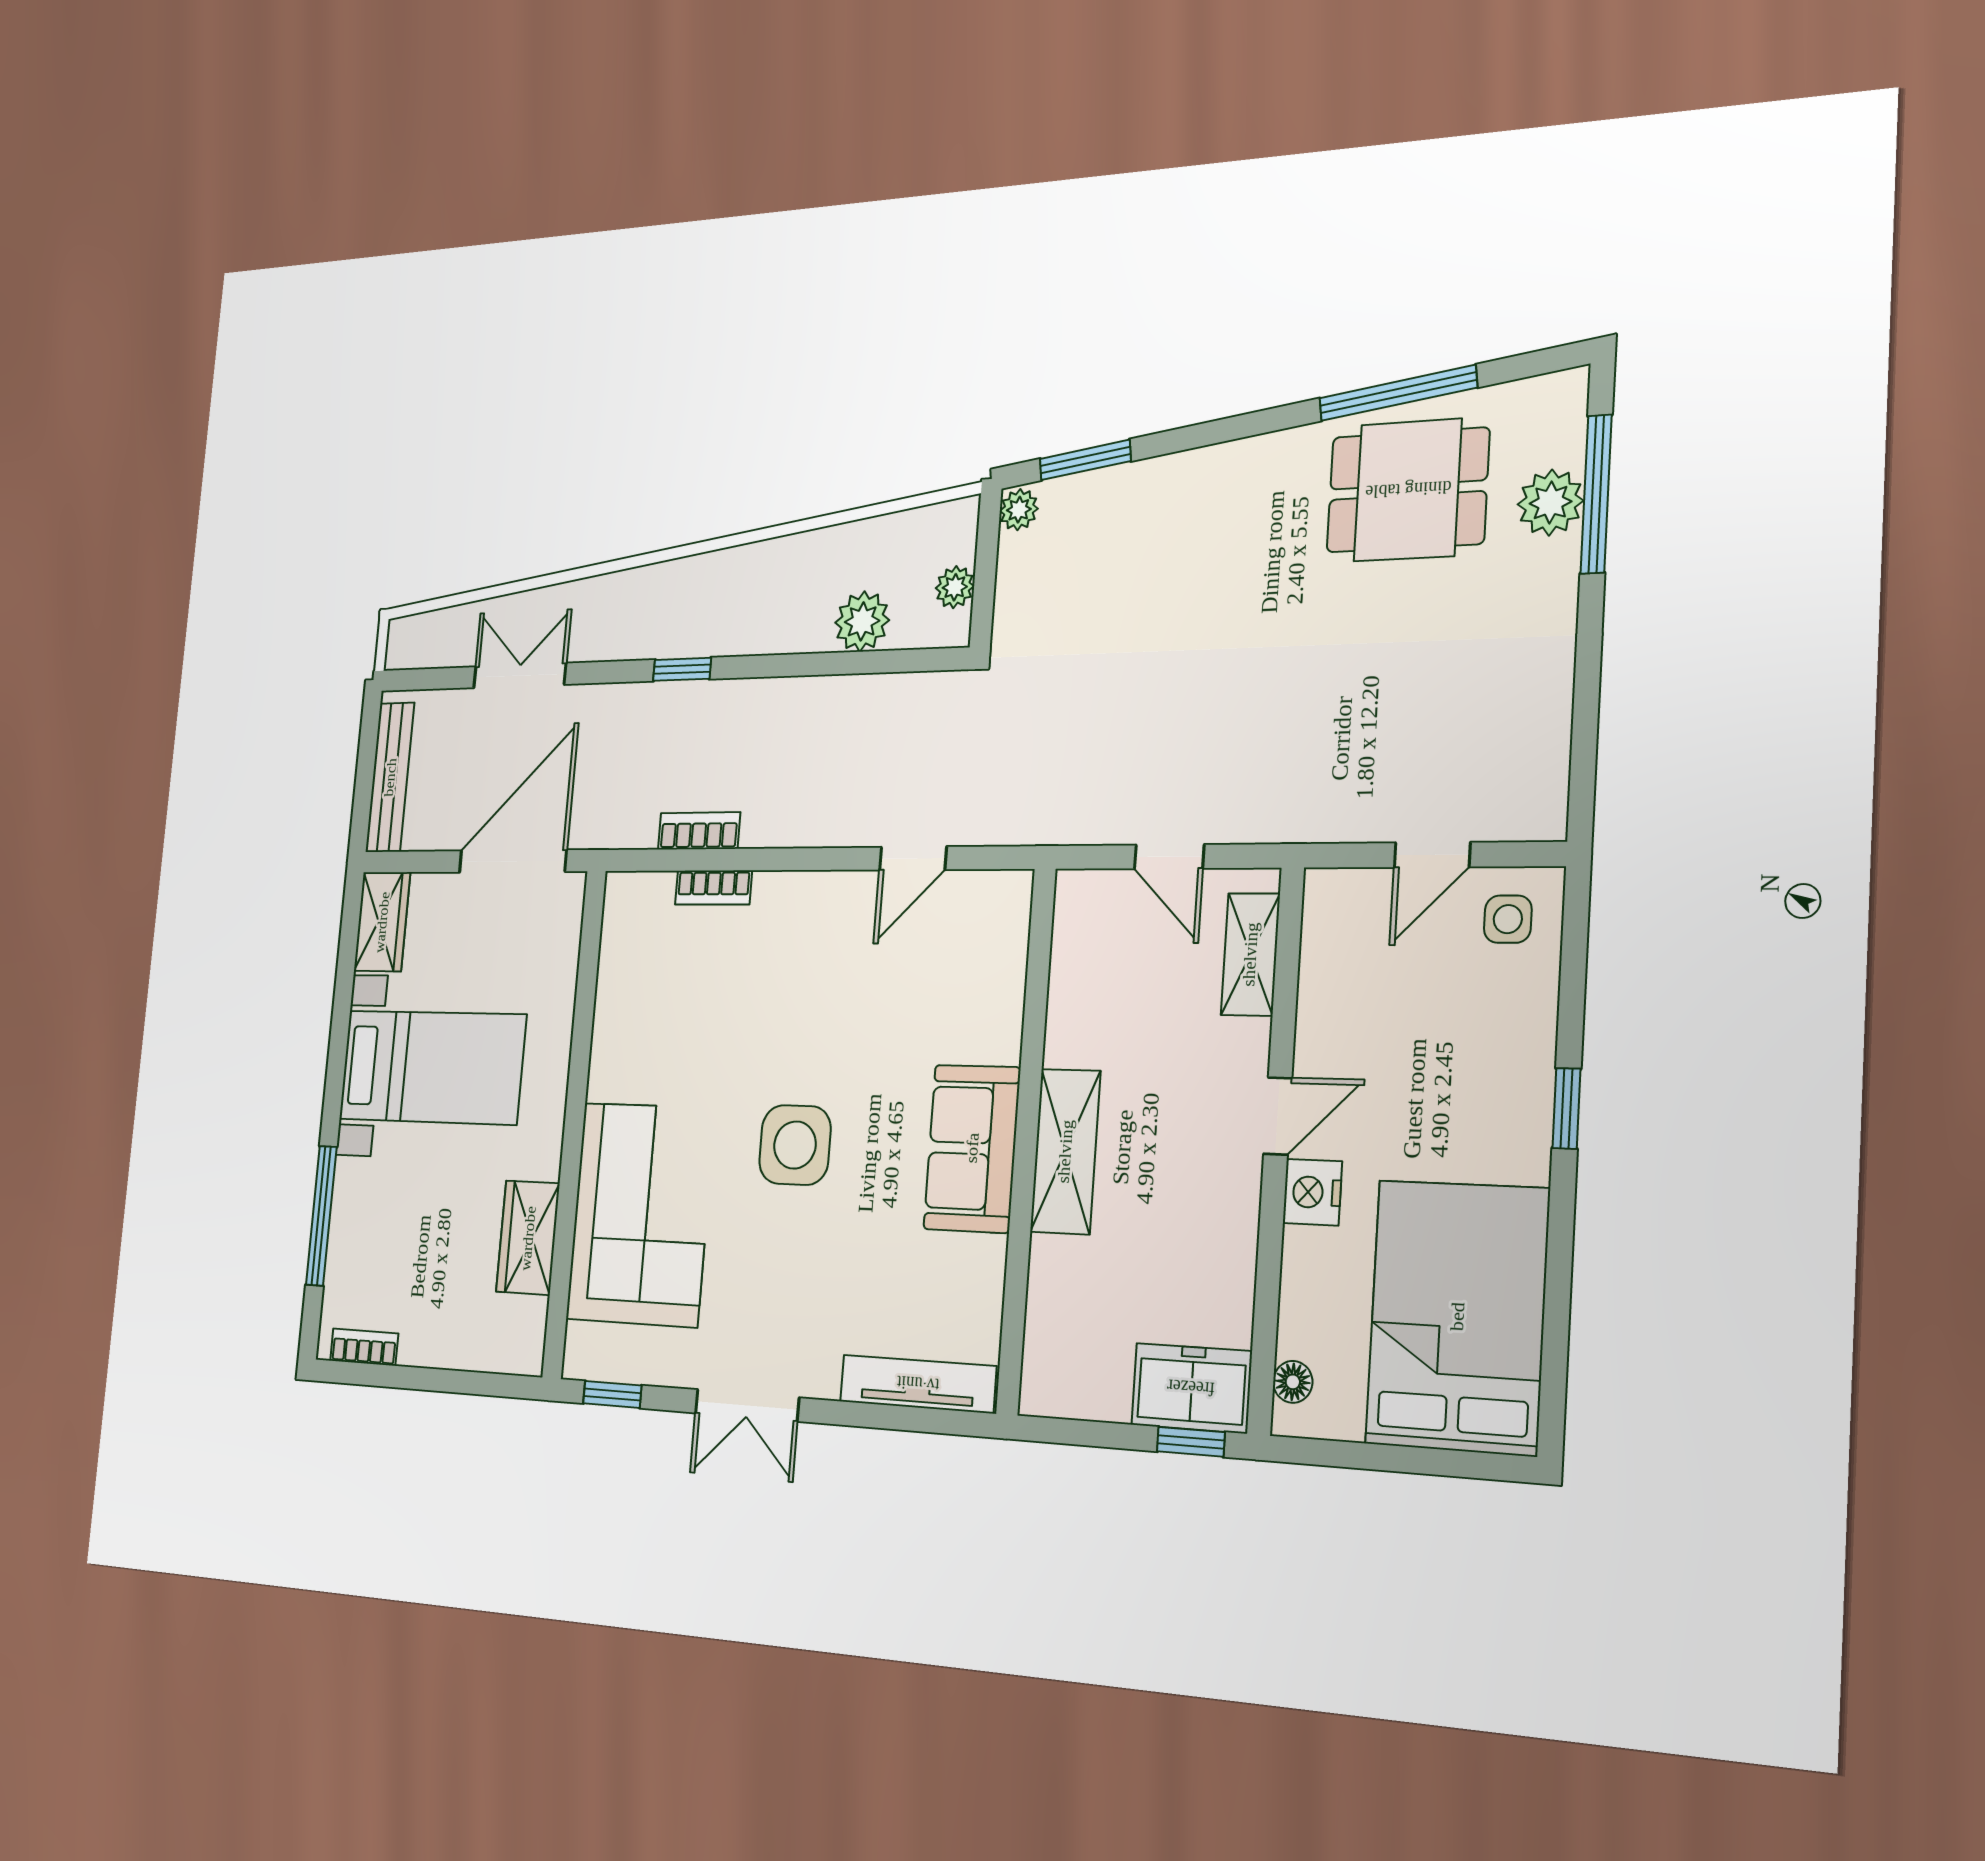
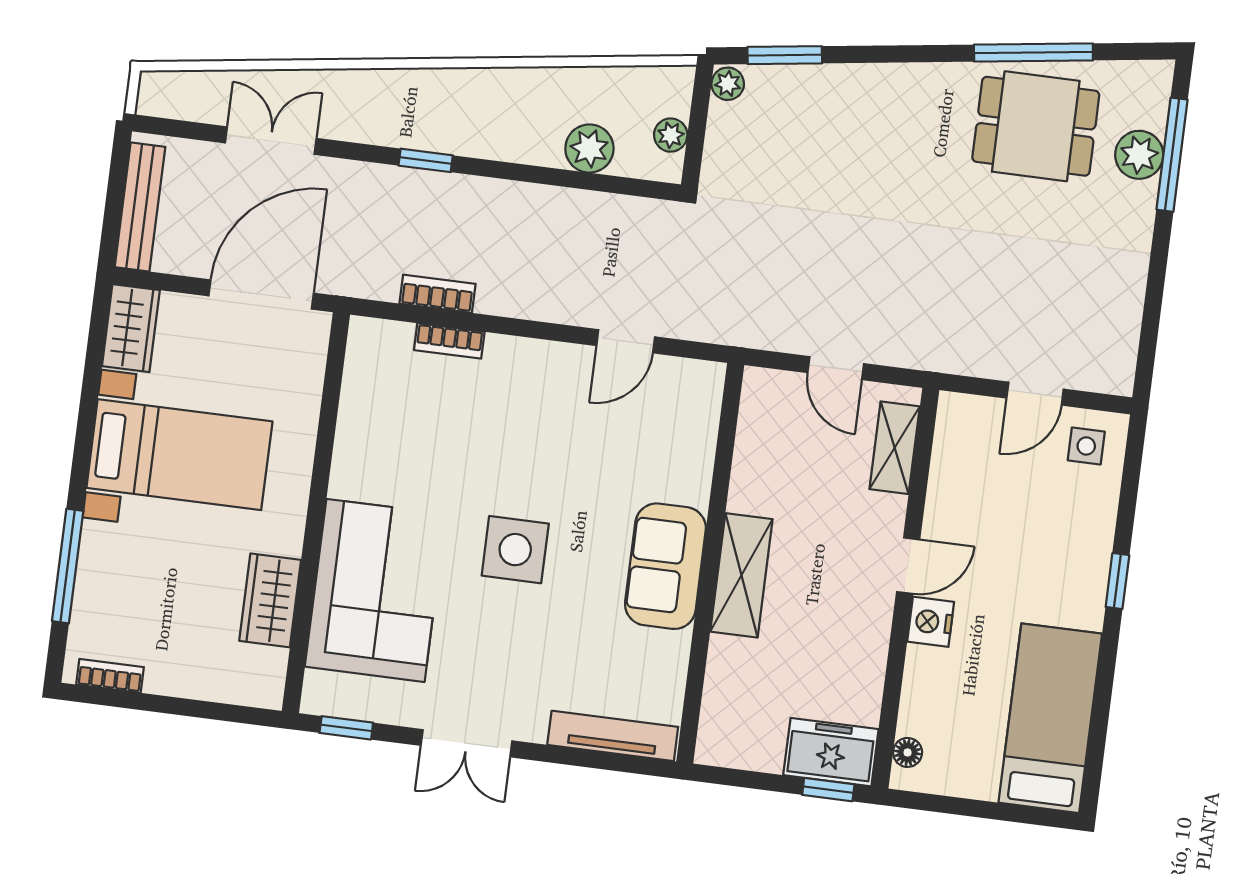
bed: (1457, 1316) -> (1050, 718), width x0.67

